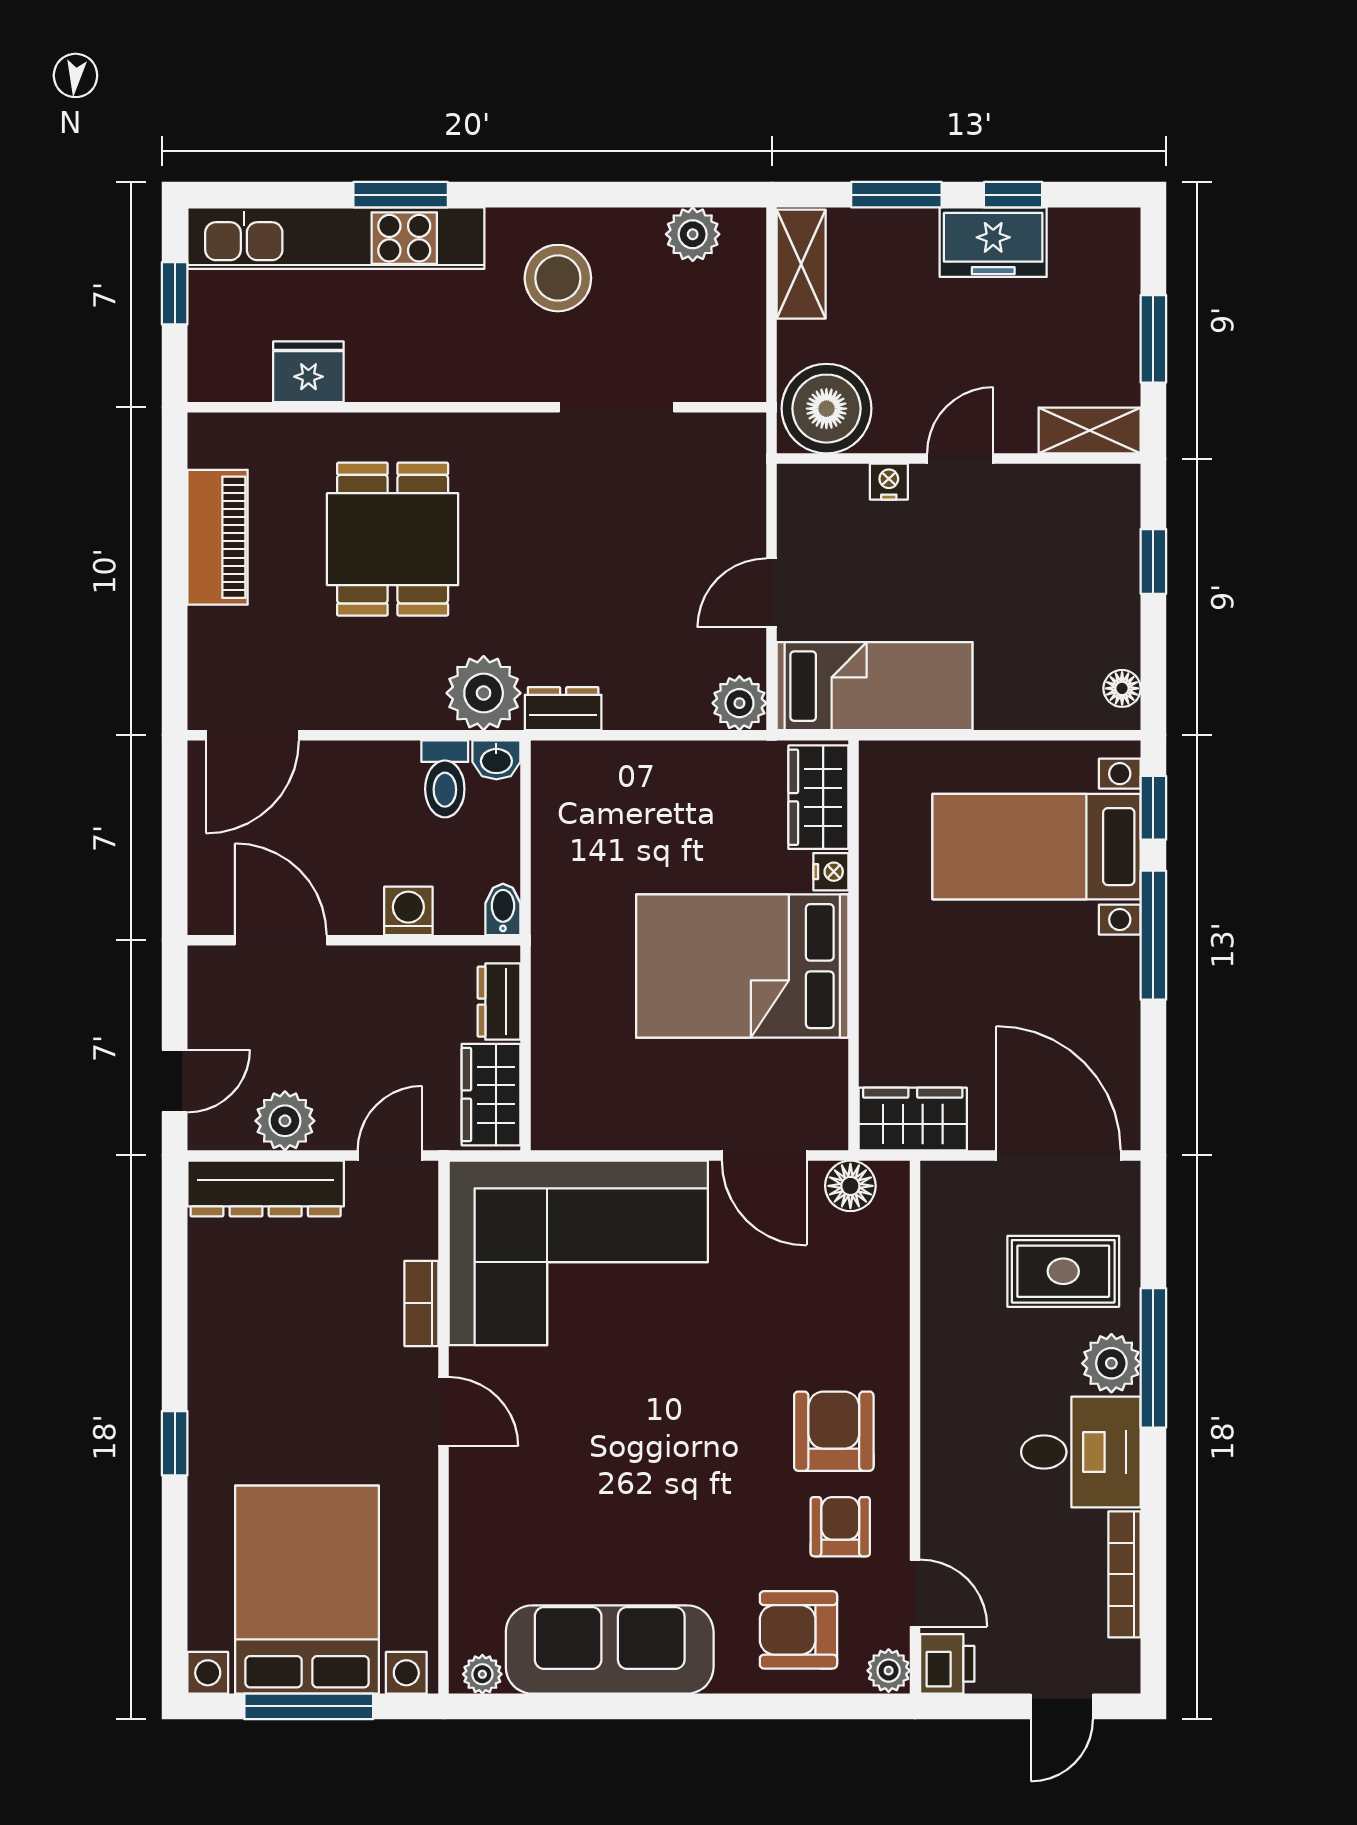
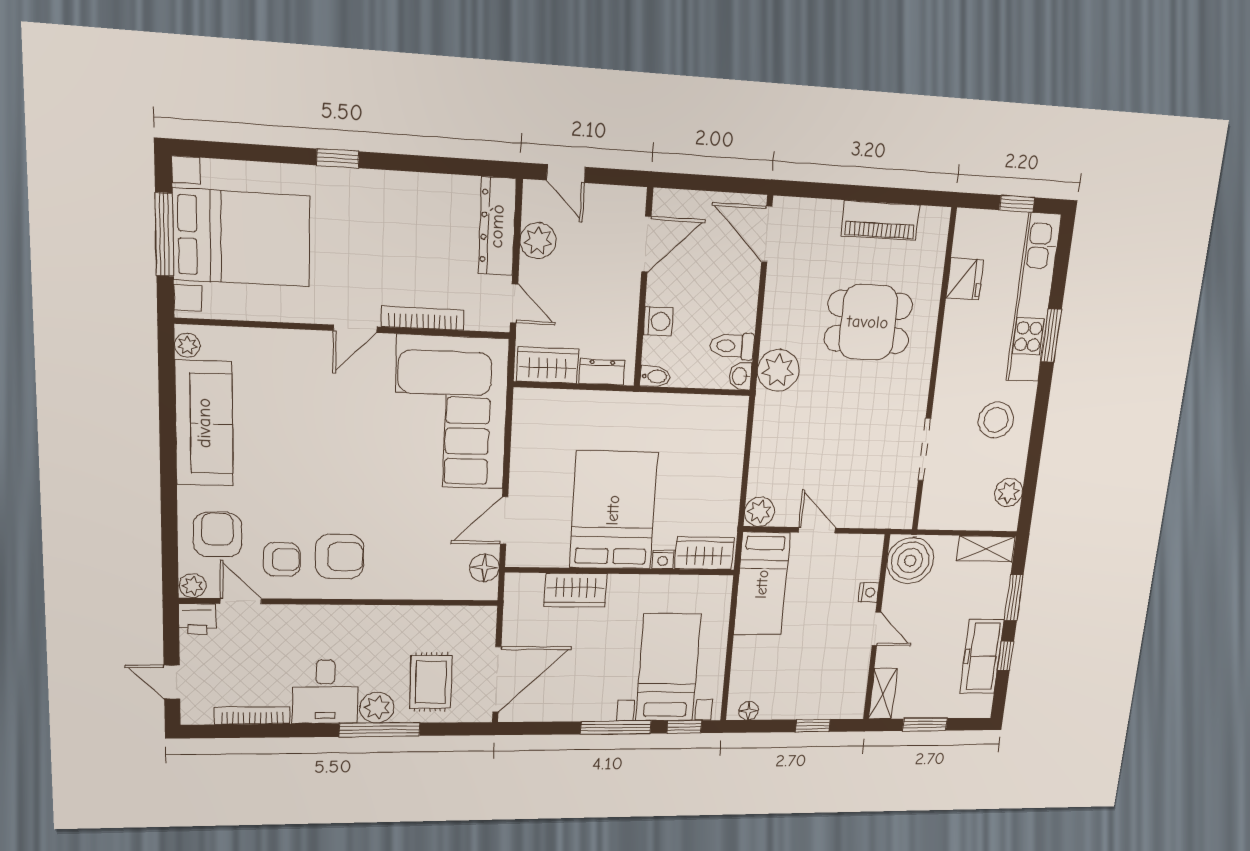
freezer: (993, 242) -> (982, 656), width x1.40
dresser: (563, 709) -> (765, 415), removed
wardrobe: (913, 1119) -> (575, 590), moved, turned 90
bookcase: (421, 1303) -> (423, 318), width x1.56
door: (915, 1593) -> (241, 601), swing flipped

